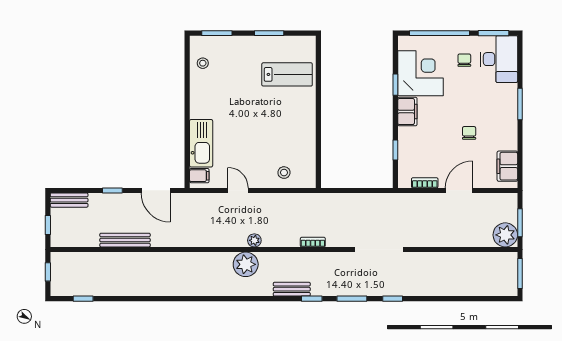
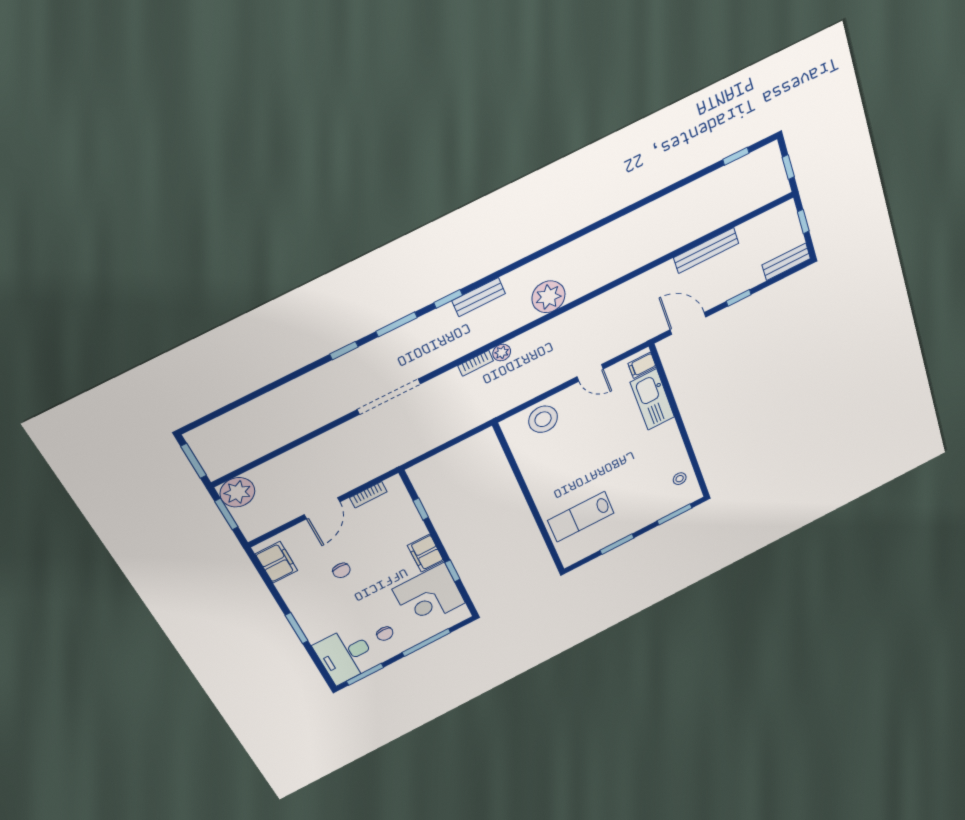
window: (439, 33) -> (426, 643), width x0.68
stool: (284, 173) -> (543, 419), width x1.89, depth x1.89
plant: (254, 240) -> (502, 353), moved

